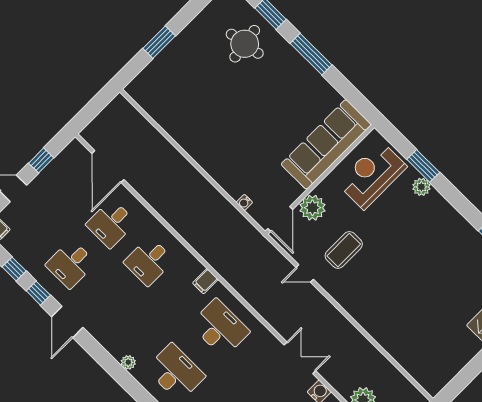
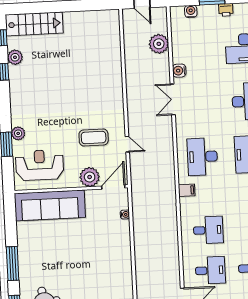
reception desk: (372, 175) -> (40, 165), turned 180

